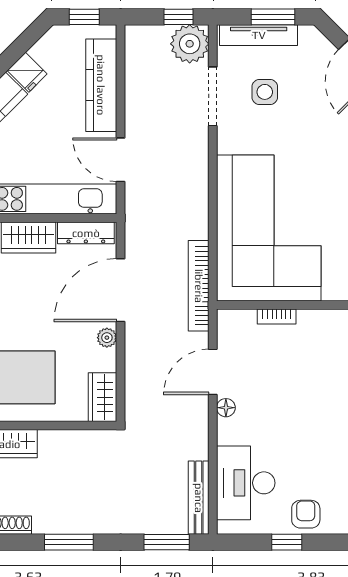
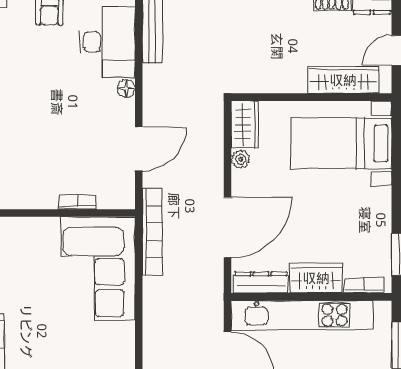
corner sofa: (269, 228) -> (98, 268), width x0.73, depth x0.74
plant: (107, 338) -> (241, 159), moved
floor lamp: (226, 408) -> (126, 88), moved

